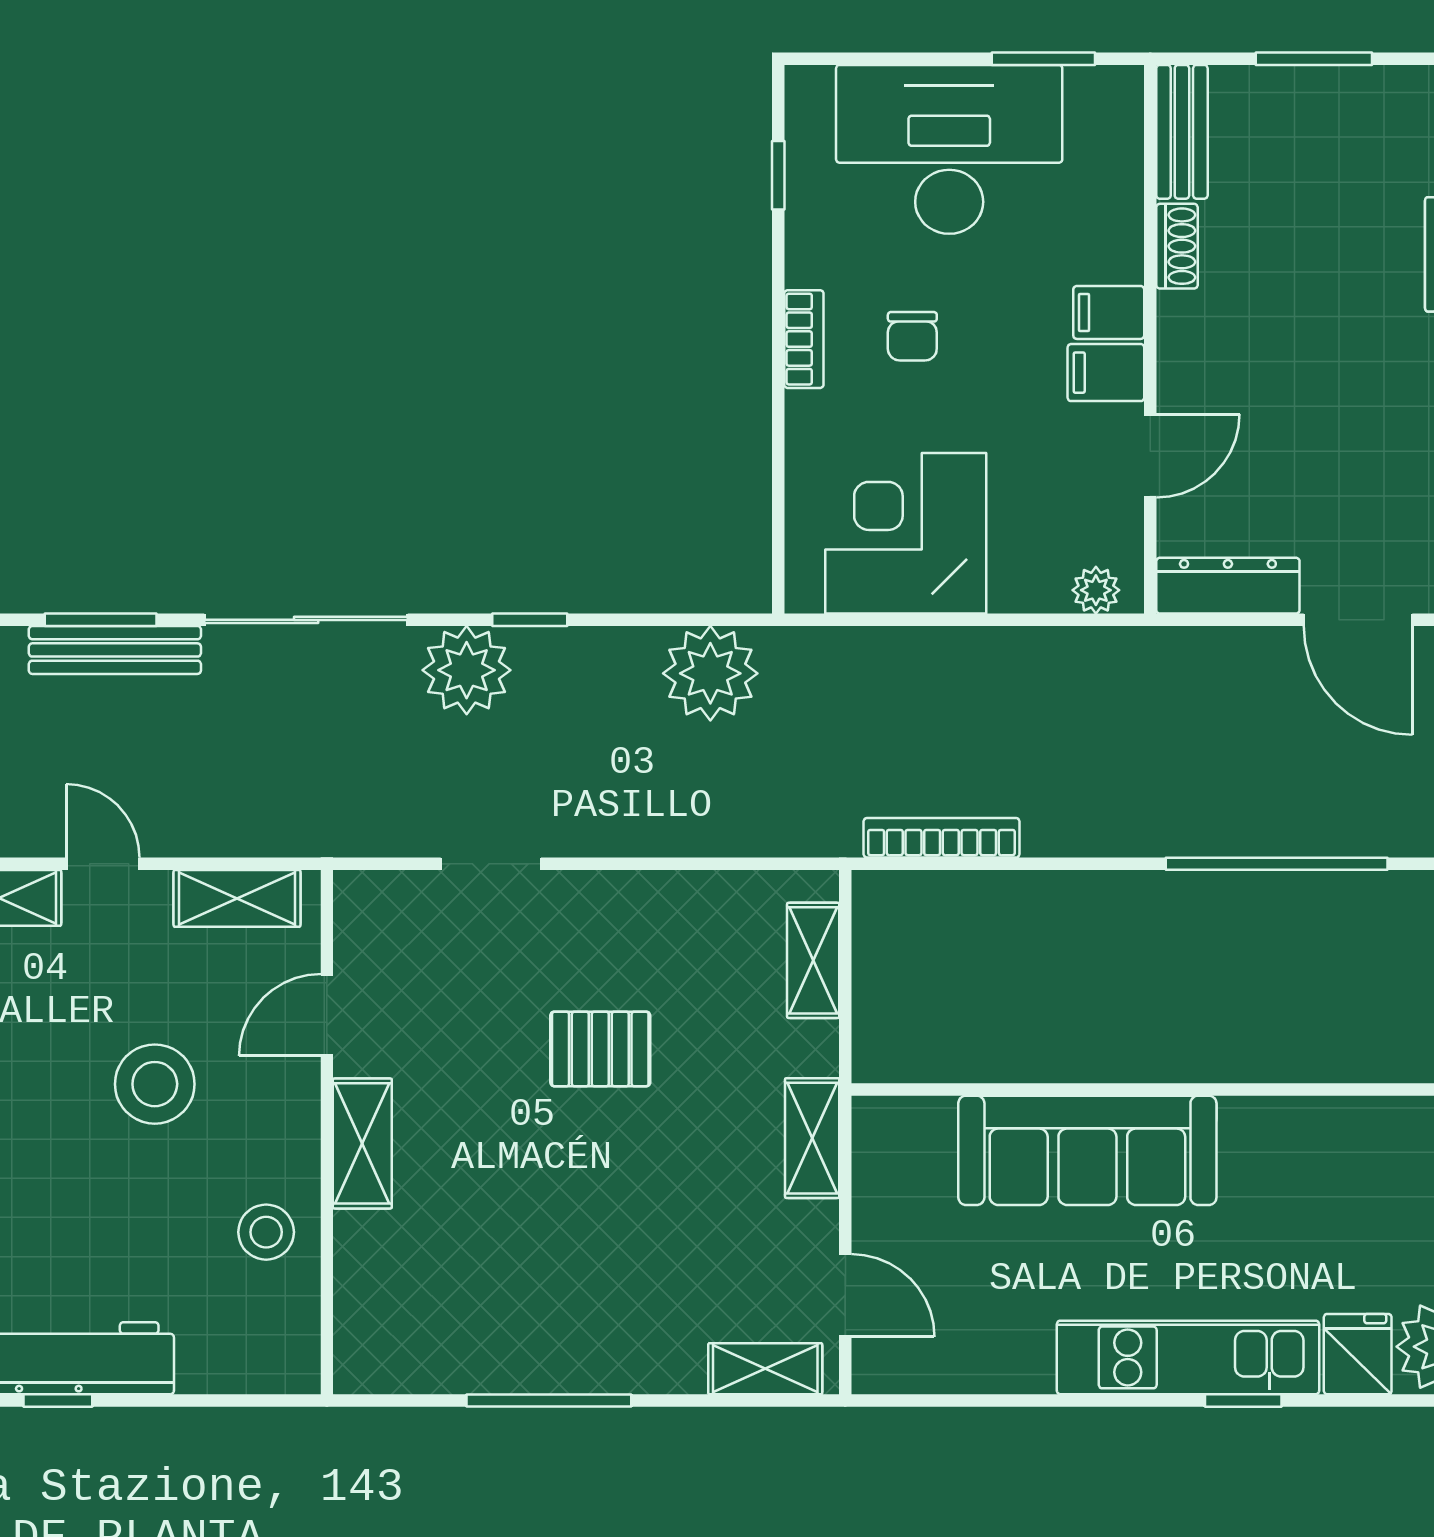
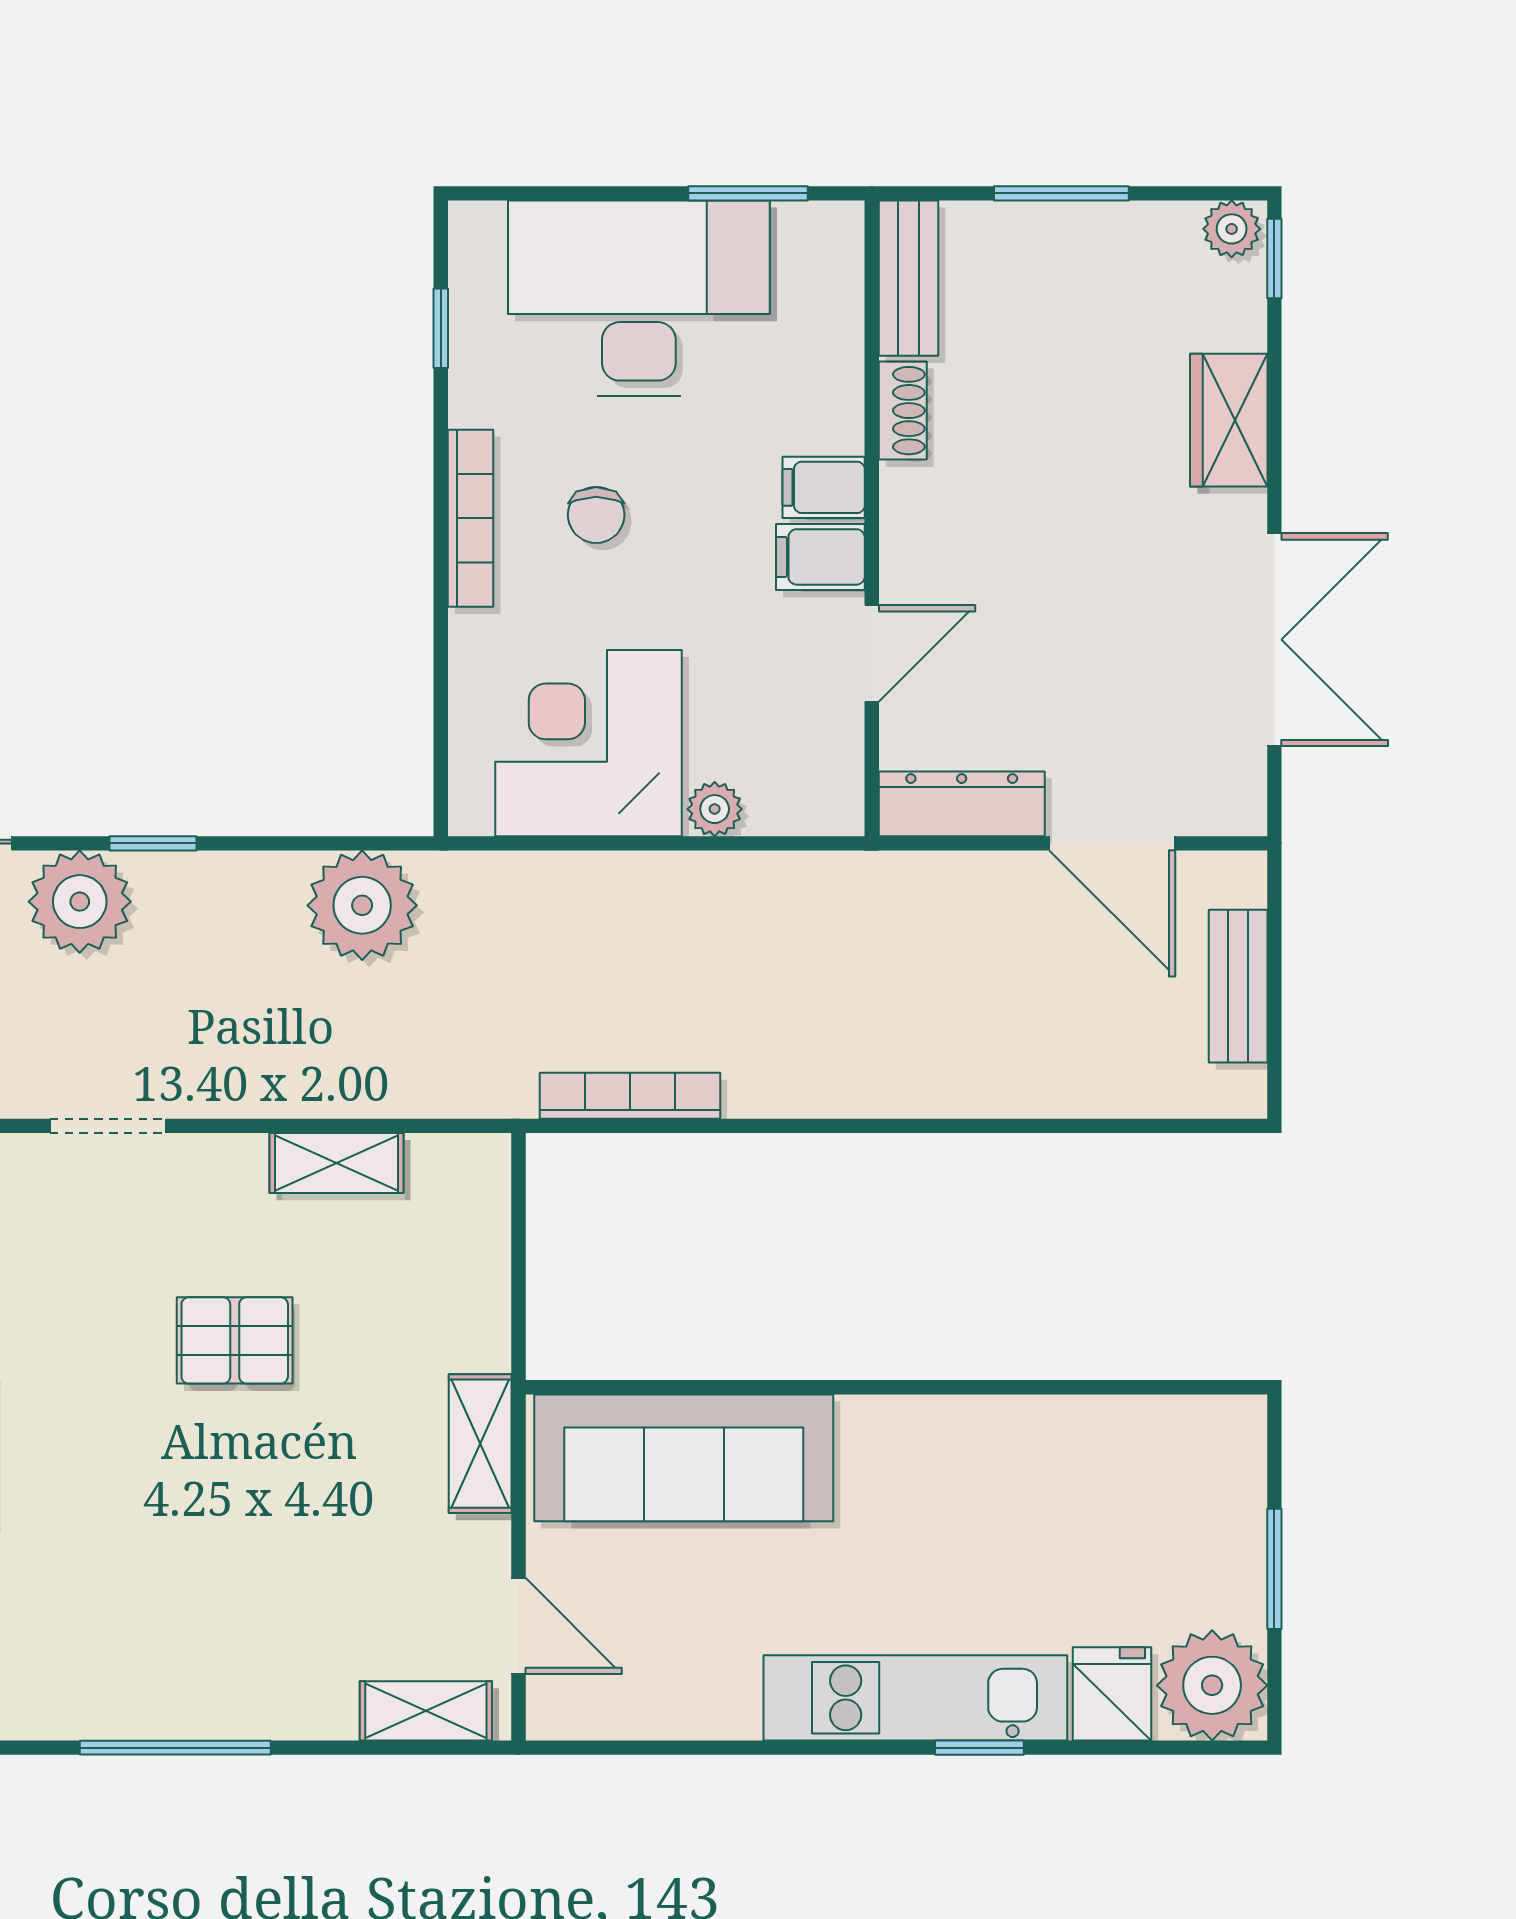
bookcase: (804, 339) -> (471, 518), width x1.56
plant: (1096, 590) -> (715, 809), moved
window: (1277, 864) -> (1018, 1126), removed
shelving: (813, 960) -> (337, 1163), moved, turned 90
sofa: (1087, 1150) -> (684, 1458), moved

